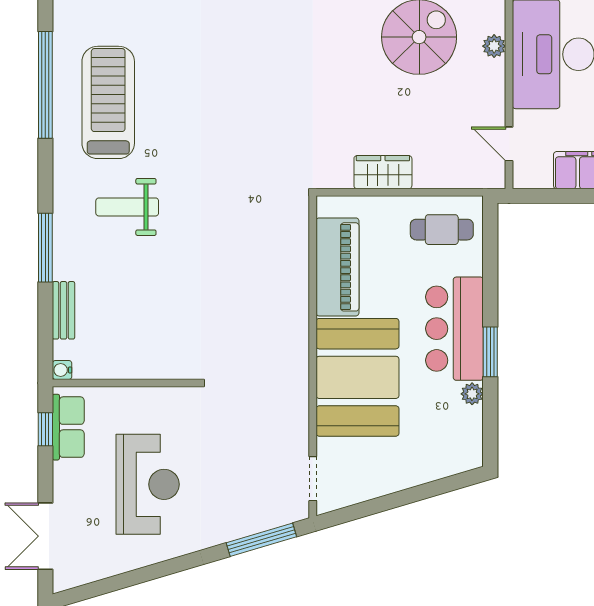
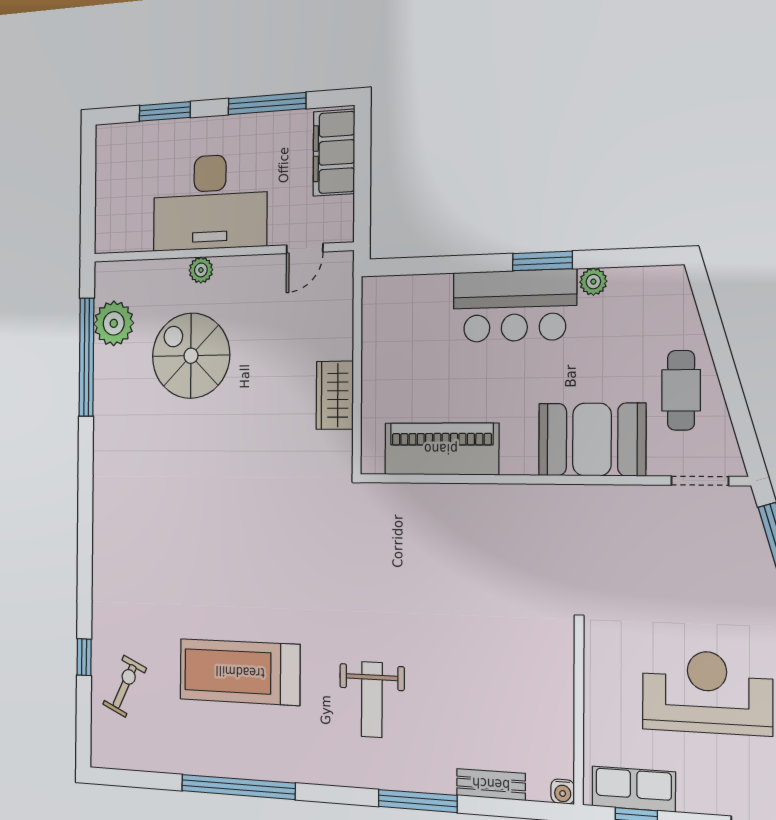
treadmill: (108, 102) -> (240, 672), moved
cafe table: (442, 230) -> (681, 390), moved
booth: (357, 377) -> (592, 439), width x0.73, depth x0.70

